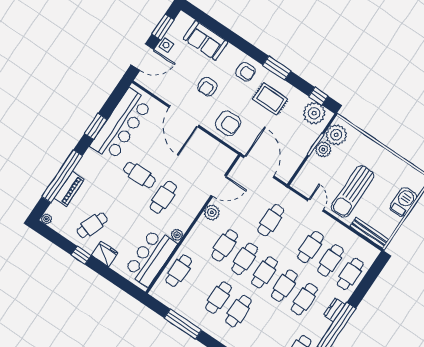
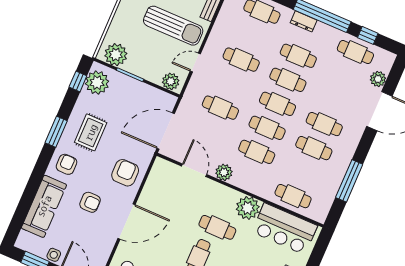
sofa: (206, 40) -> (44, 206), width x1.36
plant: (323, 149) -> (171, 81), moved
plant: (177, 235) -> (248, 208), width x1.87, depth x1.87
cafe table: (330, 260) -> (252, 36), removed

